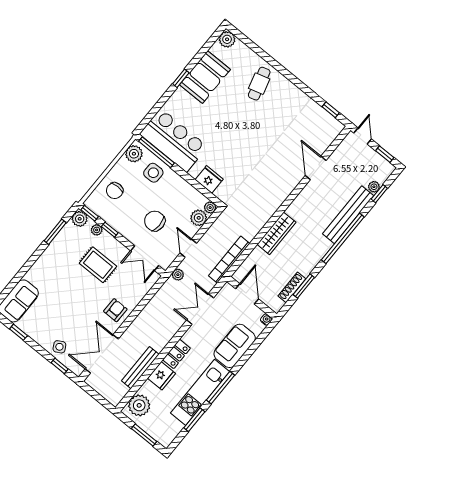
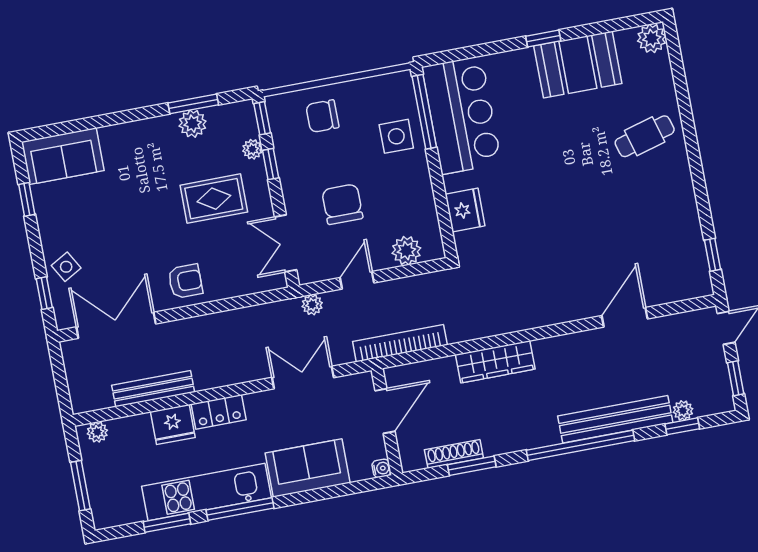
plant: (134, 154) -> (392, 88), removed
plant: (210, 208) -> (434, 250), removed
plant: (80, 219) -> (193, 124), moved
rug: (98, 265) -> (214, 199), turned 90
plant: (139, 405) -> (97, 432), width x0.53, depth x0.53

